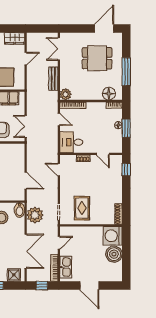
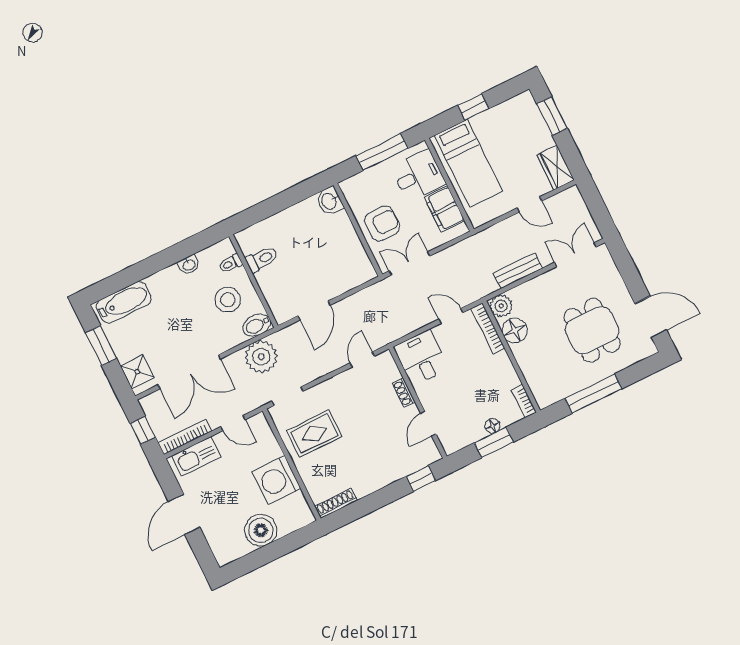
floor lamp: (109, 94) -> (515, 330), moved
door: (59, 119) -> (451, 316), swing flipped
washing machine: (113, 236) -> (276, 480), moved, turned -90

